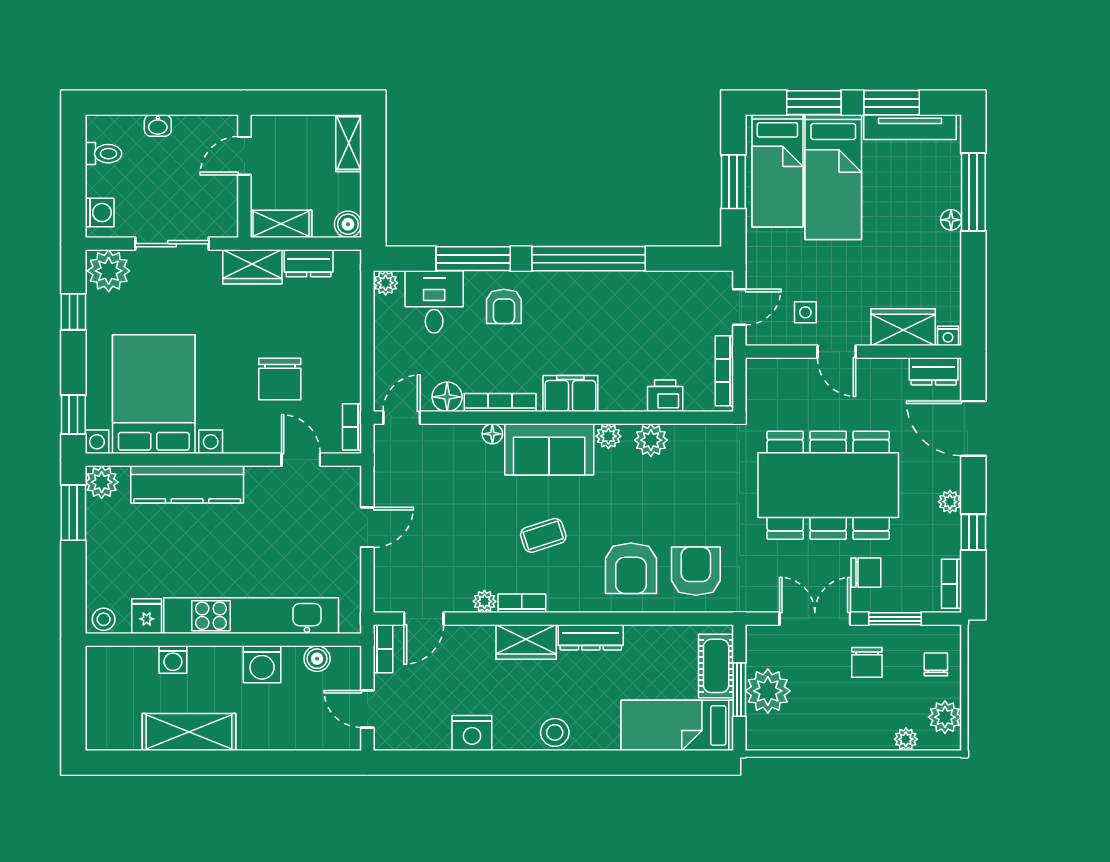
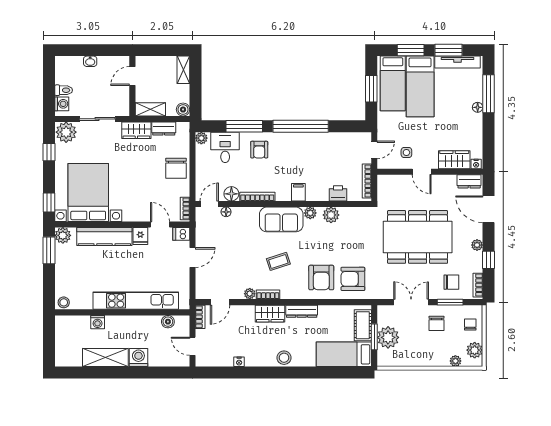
toilet: (103, 154) -> (64, 90), moved
chair: (280, 379) -> (176, 168), moved
filing cabinet: (570, 394) -> (298, 192), width x0.50
floor lamp: (492, 434) -> (226, 212), moved
dishwasher: (344, 479) -> (181, 234), added
armchair: (696, 571) -> (353, 279), turned -90
chair: (866, 573) -> (451, 282), moved
fridge: (147, 616) -> (140, 236), moved, turned 180
washing machine: (262, 664) -> (138, 358), moved, turned 180
nightstand: (472, 733) -> (239, 362), width x0.53, depth x0.56

